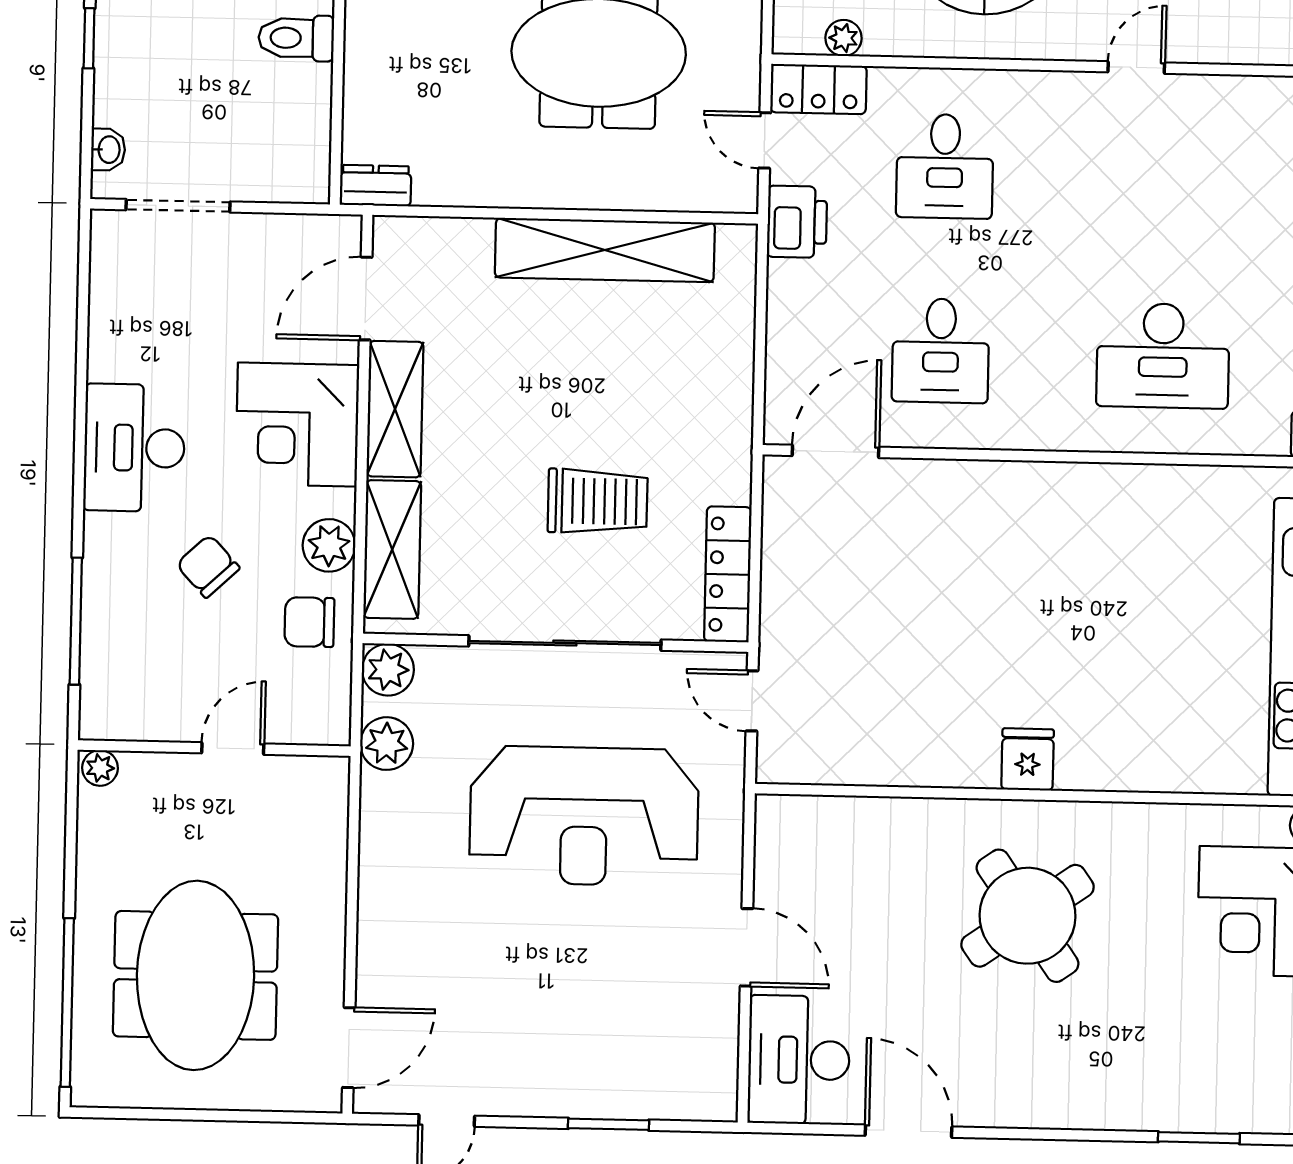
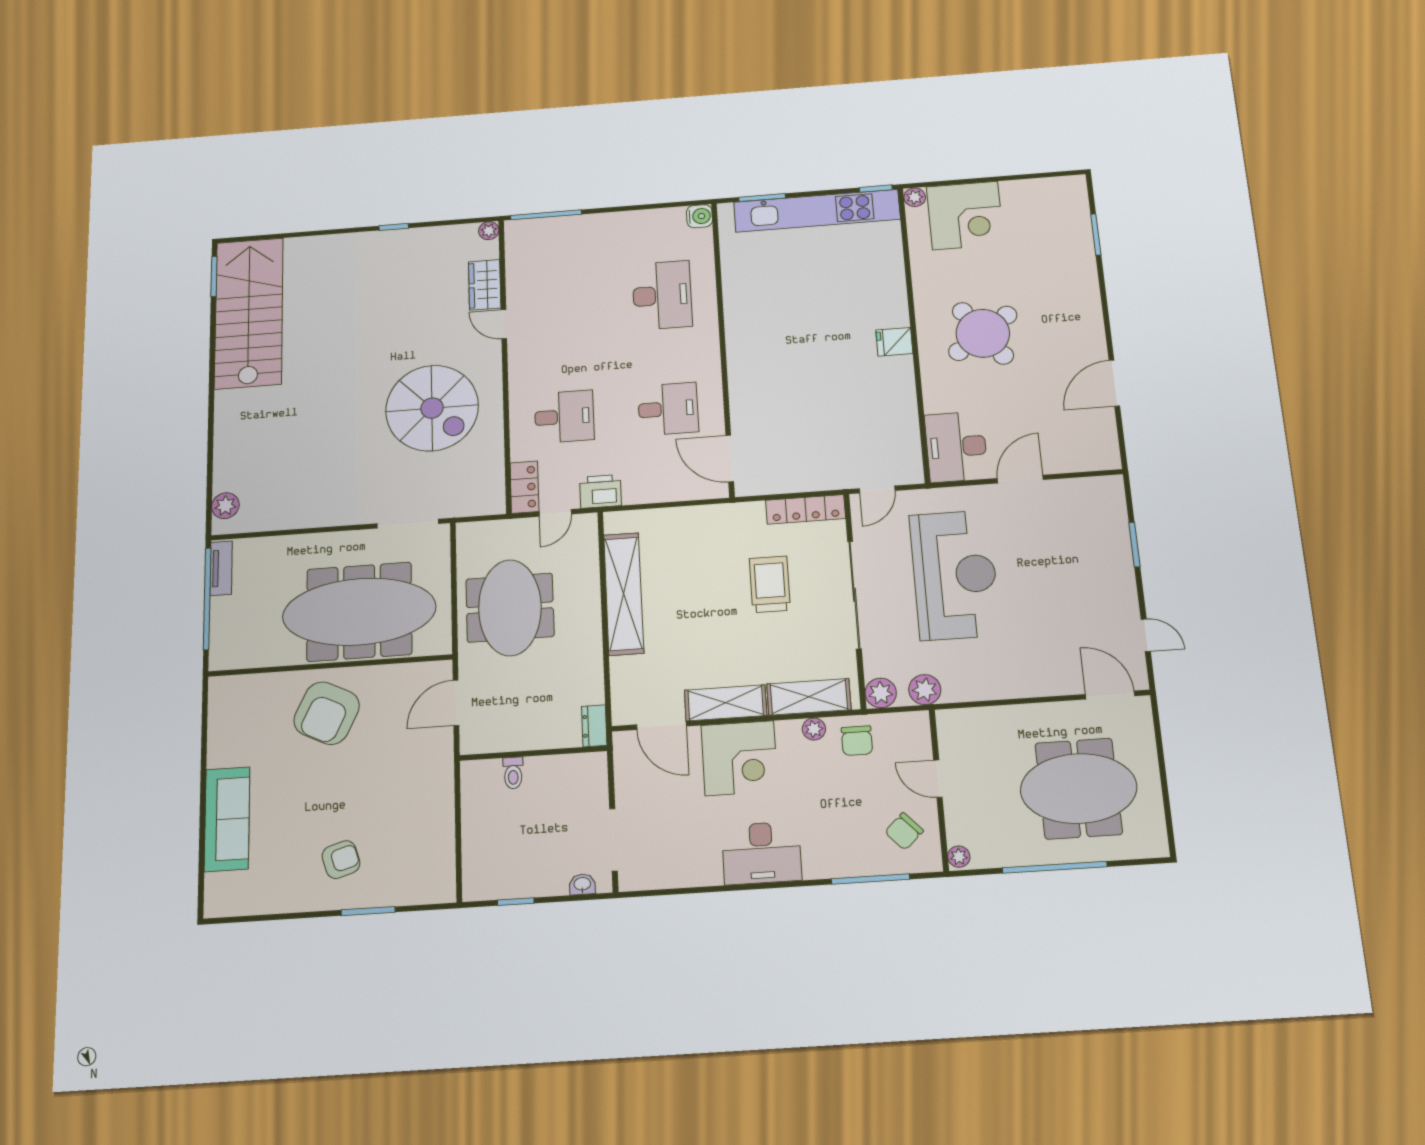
wardrobe: (1219, 36) -> (485, 285), added
toilet: (296, 38) -> (513, 773), width x0.73, depth x0.72
plant: (844, 38) -> (495, 477), removed
plant: (329, 545) -> (814, 729), width x0.73, depth x0.73
chair: (208, 566) -> (904, 831), moved
window: (67, 1003) -> (1055, 867), moved
desk: (799, 1060) -> (956, 447), moved, turned 90

